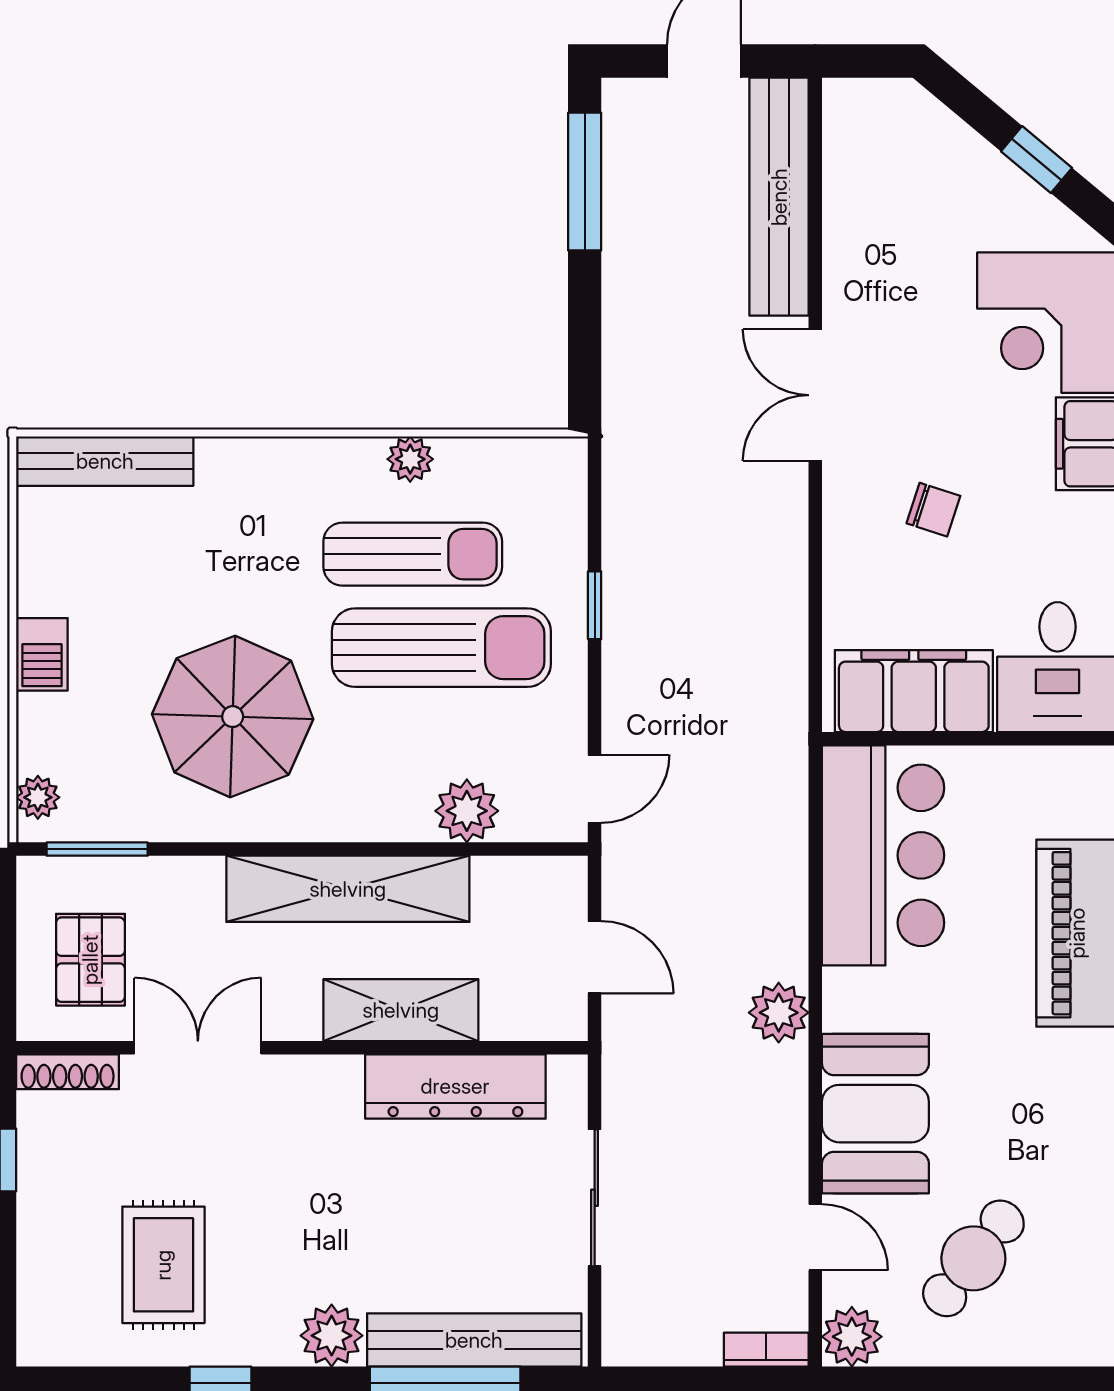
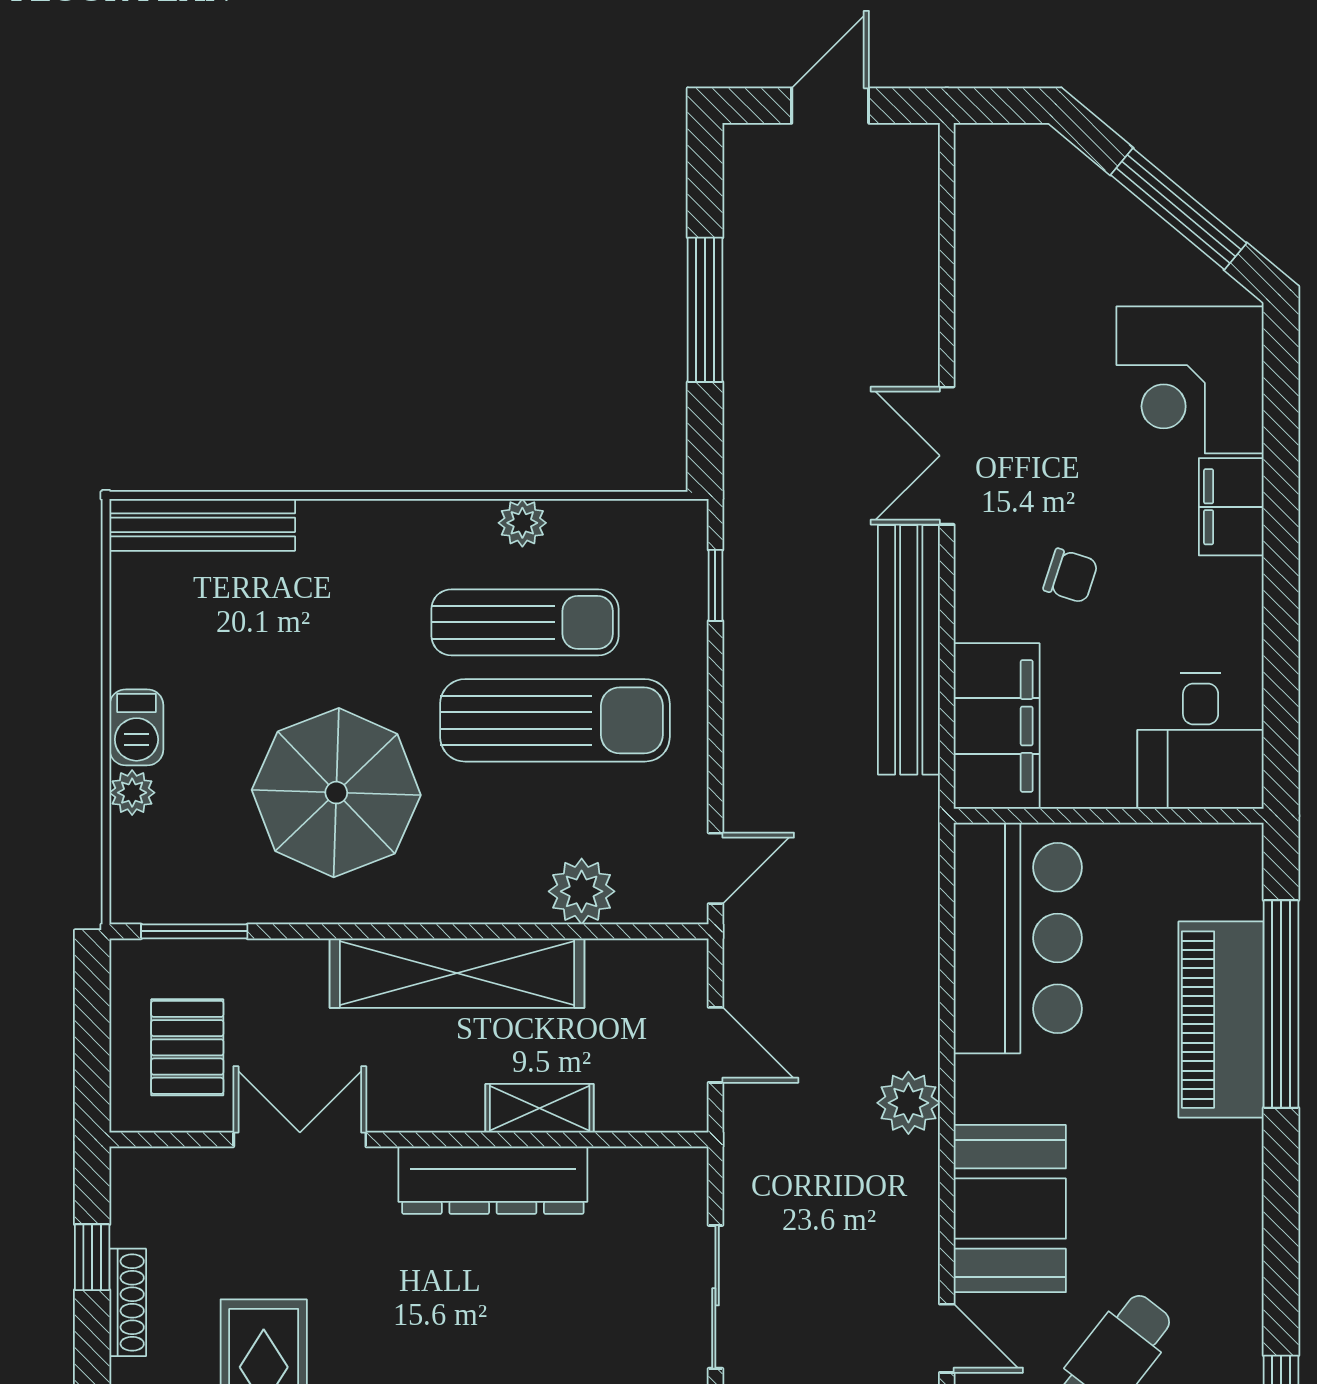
window: (1037, 160) -> (1179, 209), width x2.17
window: (585, 182) -> (705, 310), moved
bench: (779, 197) -> (909, 650), moved
window: (595, 605) -> (715, 585), moved
filing cabinet: (914, 691) -> (997, 726), moved, turned 90
plant: (38, 797) -> (132, 793), moved
shelving: (401, 1010) -> (540, 1108), width x0.67, depth x0.75
shoe rack: (68, 1072) -> (128, 1302), moved, turned -90
dresser: (455, 1086) -> (493, 1180), moved

